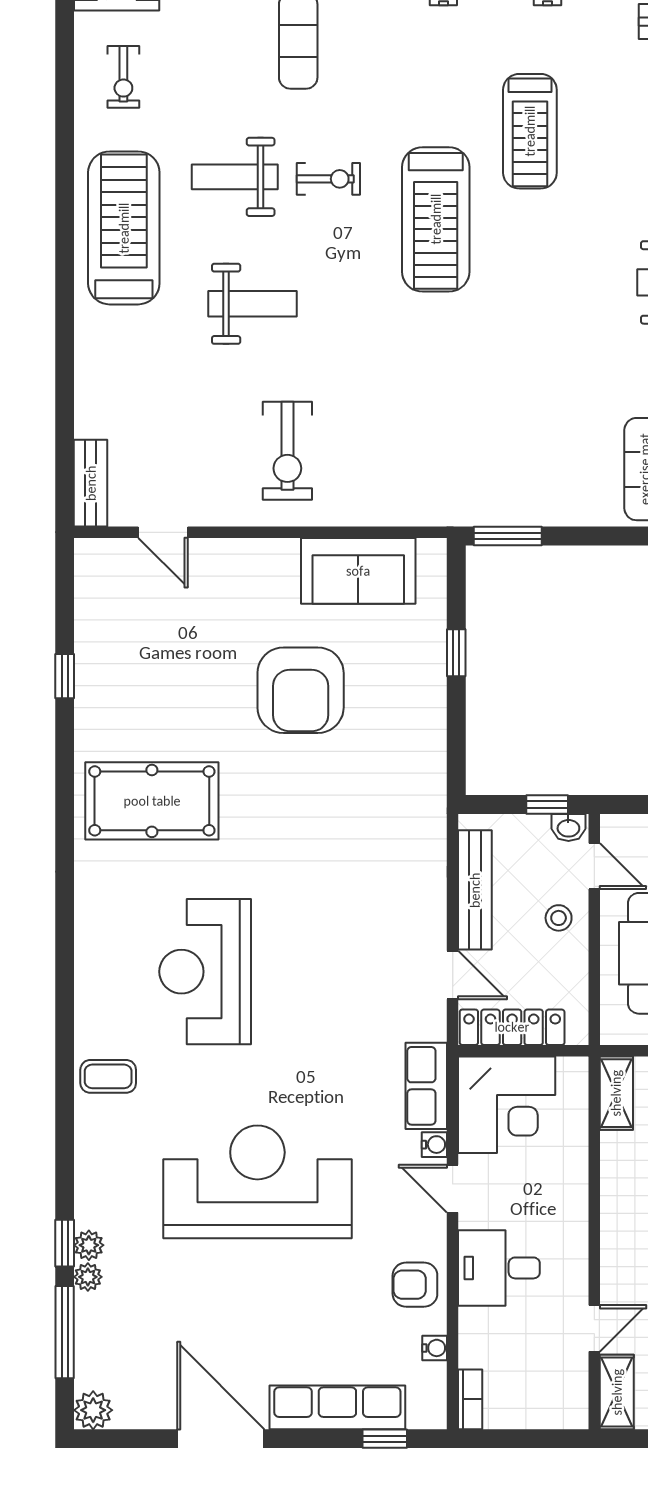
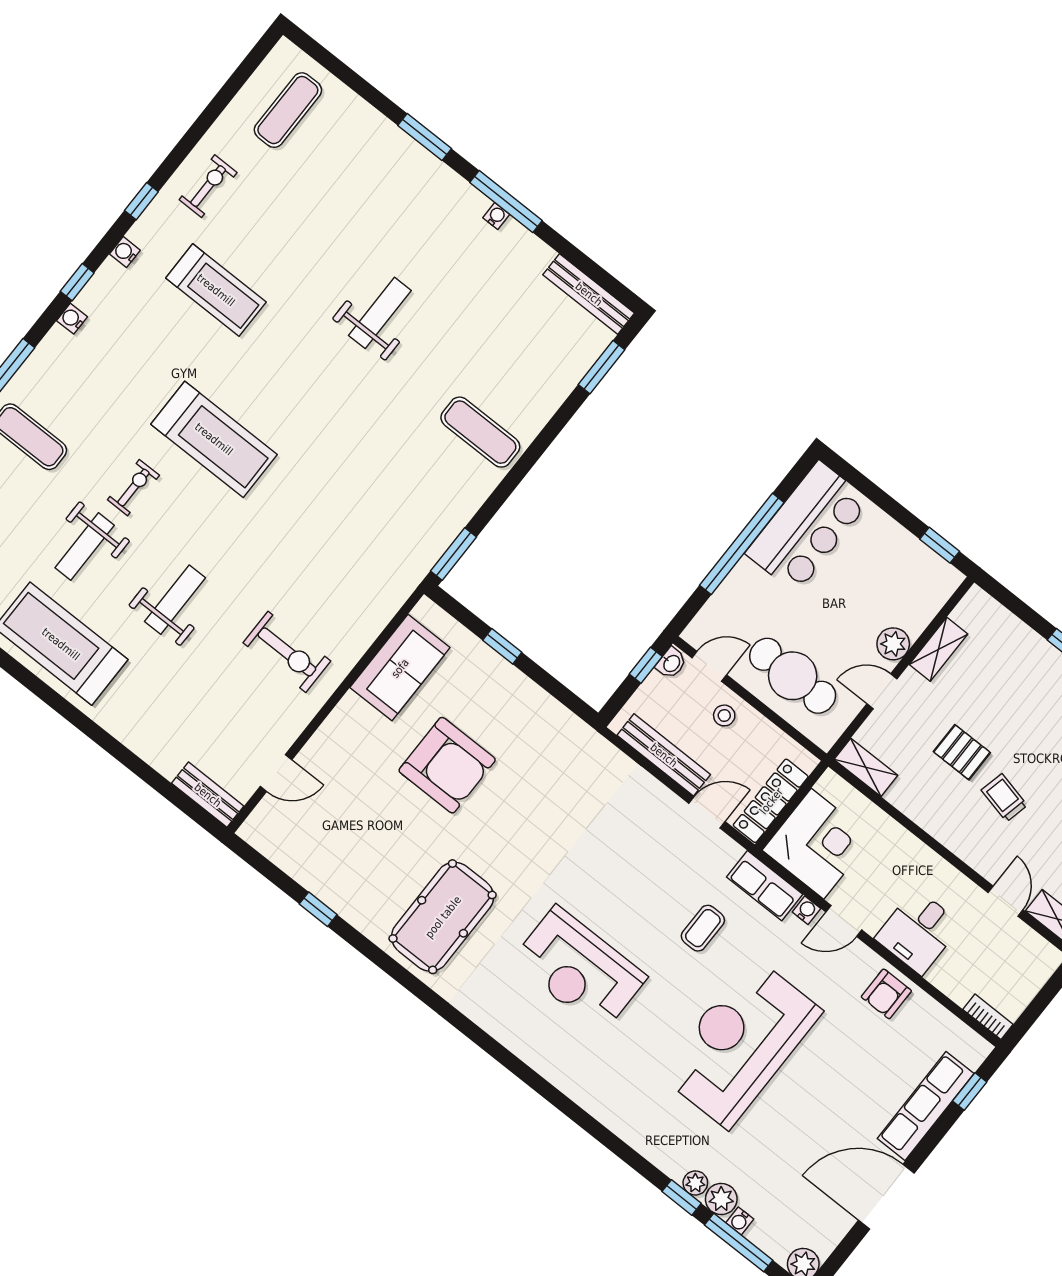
treadmill: (530, 131) -> (216, 290), moved
coffee table: (108, 1076) -> (703, 928), moved
plant: (88, 1277) -> (721, 1199), width x1.38, depth x1.38
water cooler: (435, 1348) -> (740, 1221), moved, turned 180

